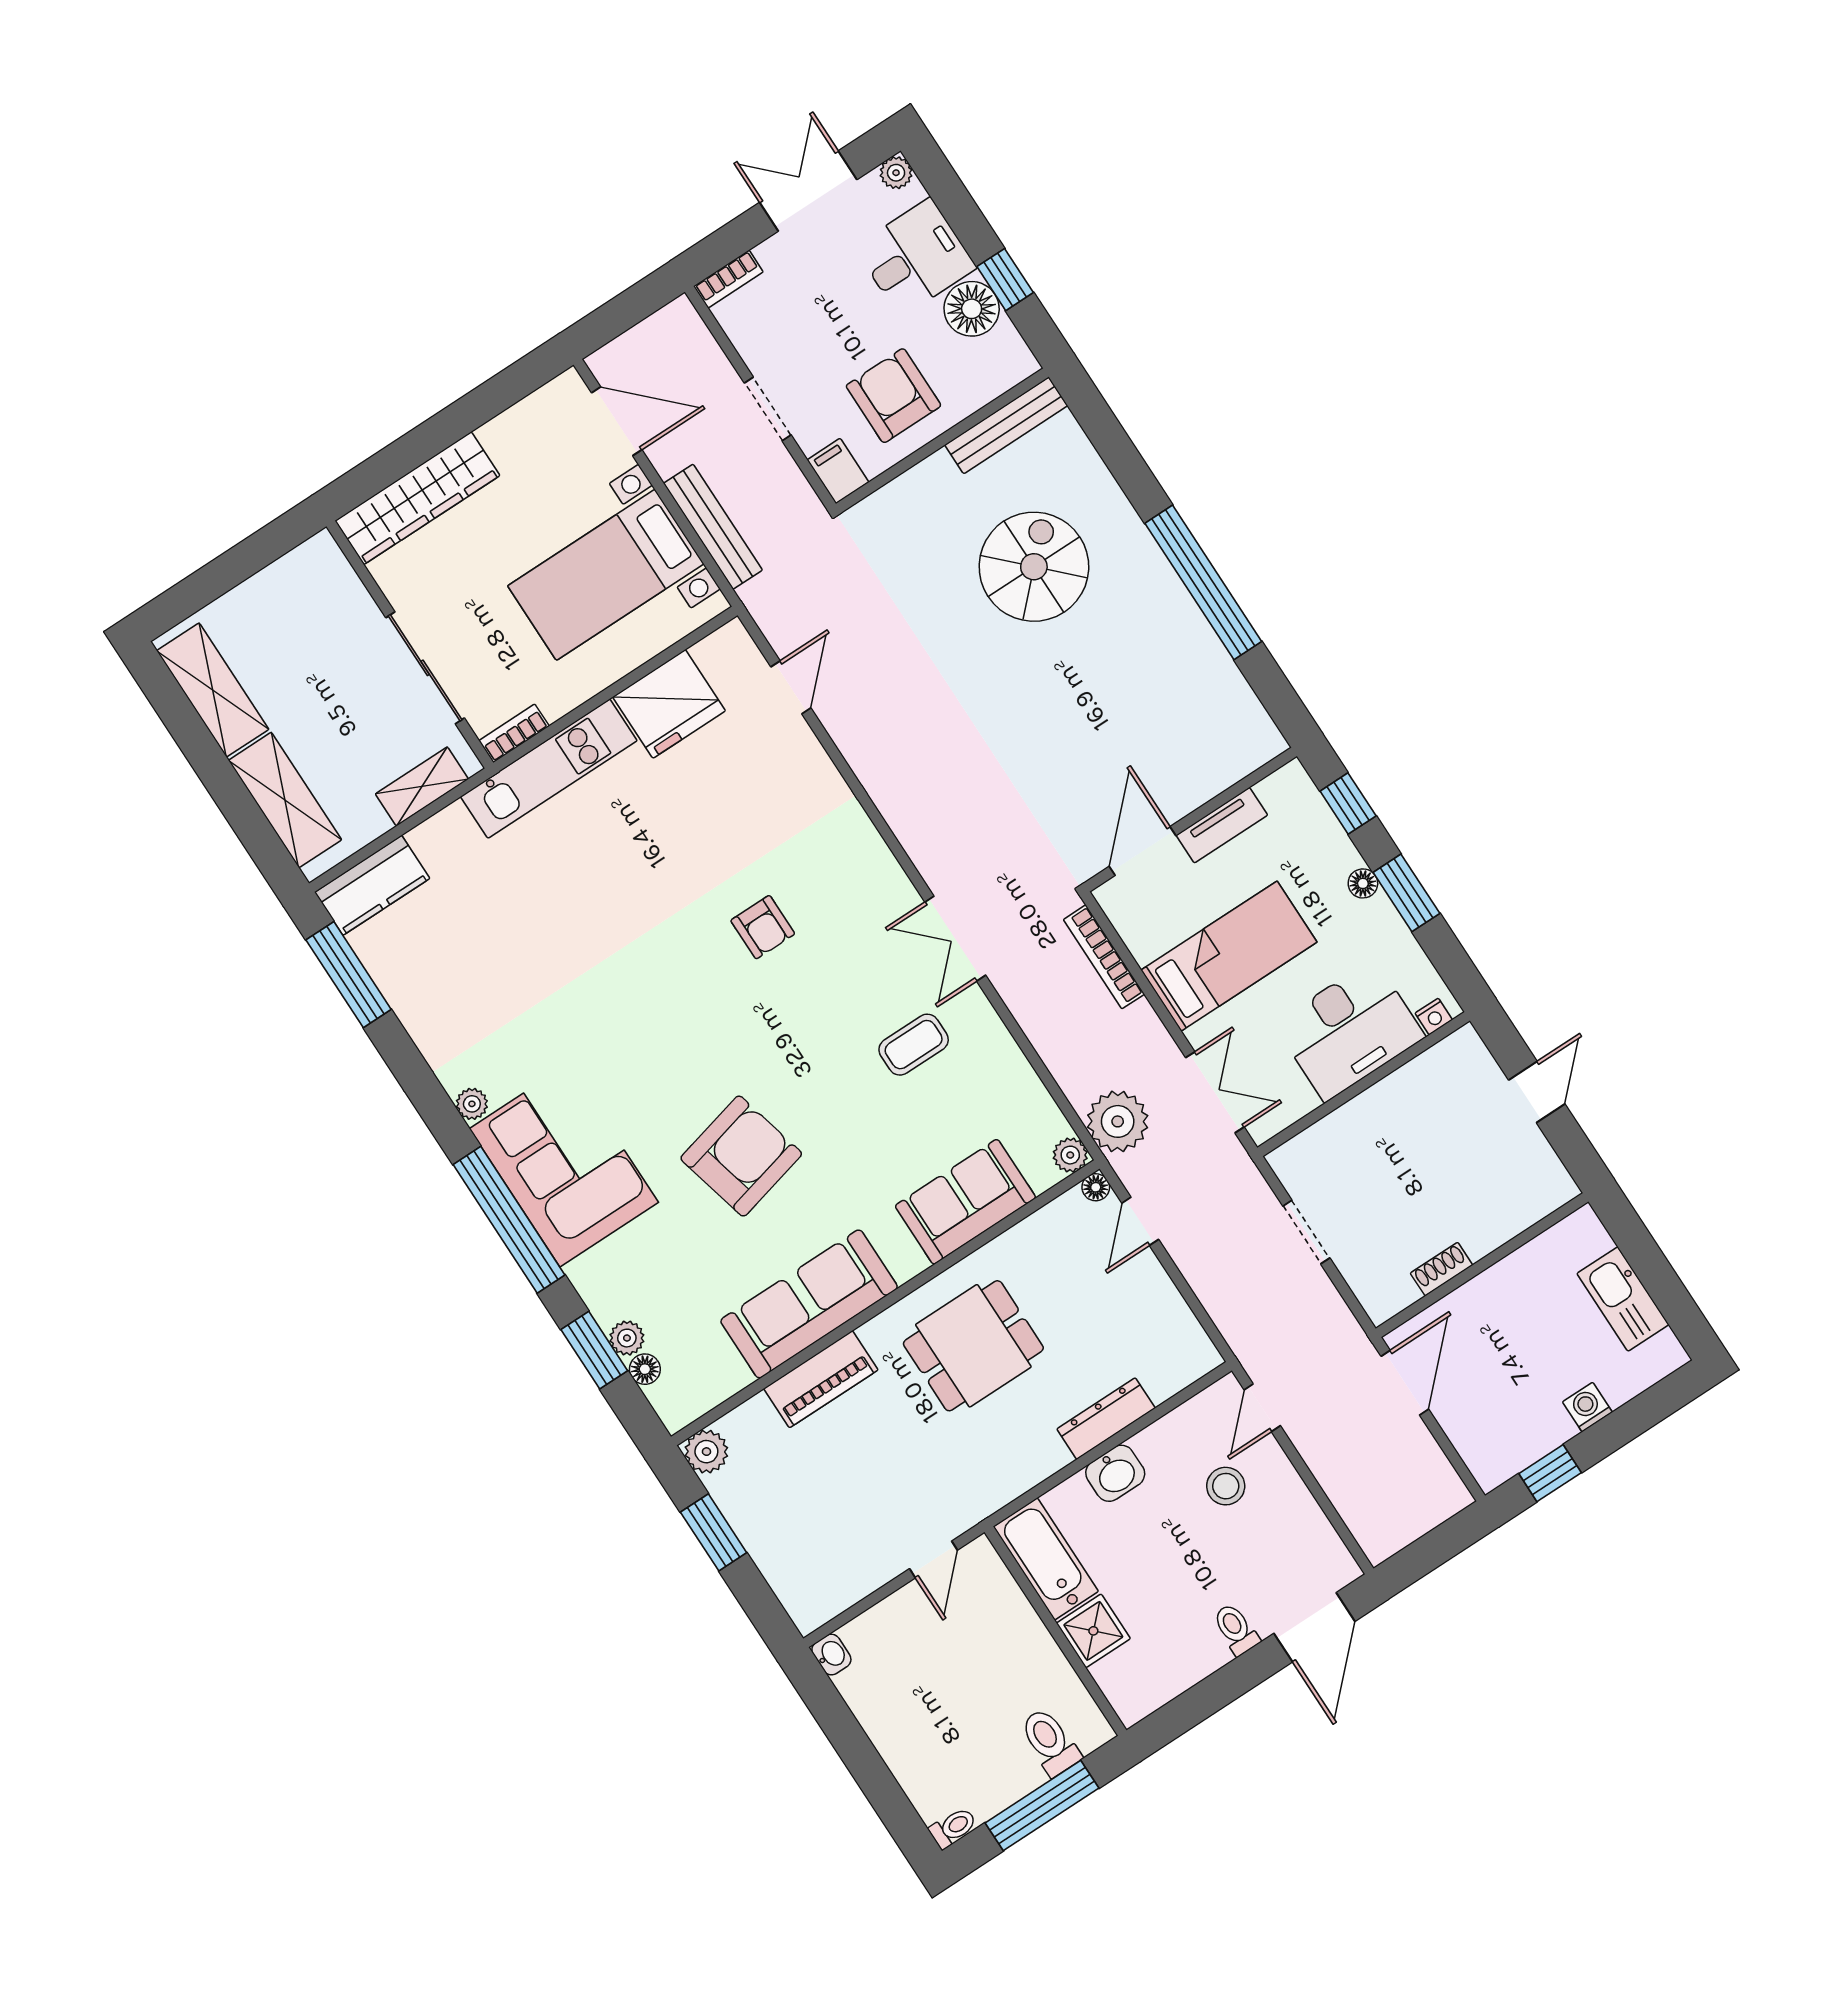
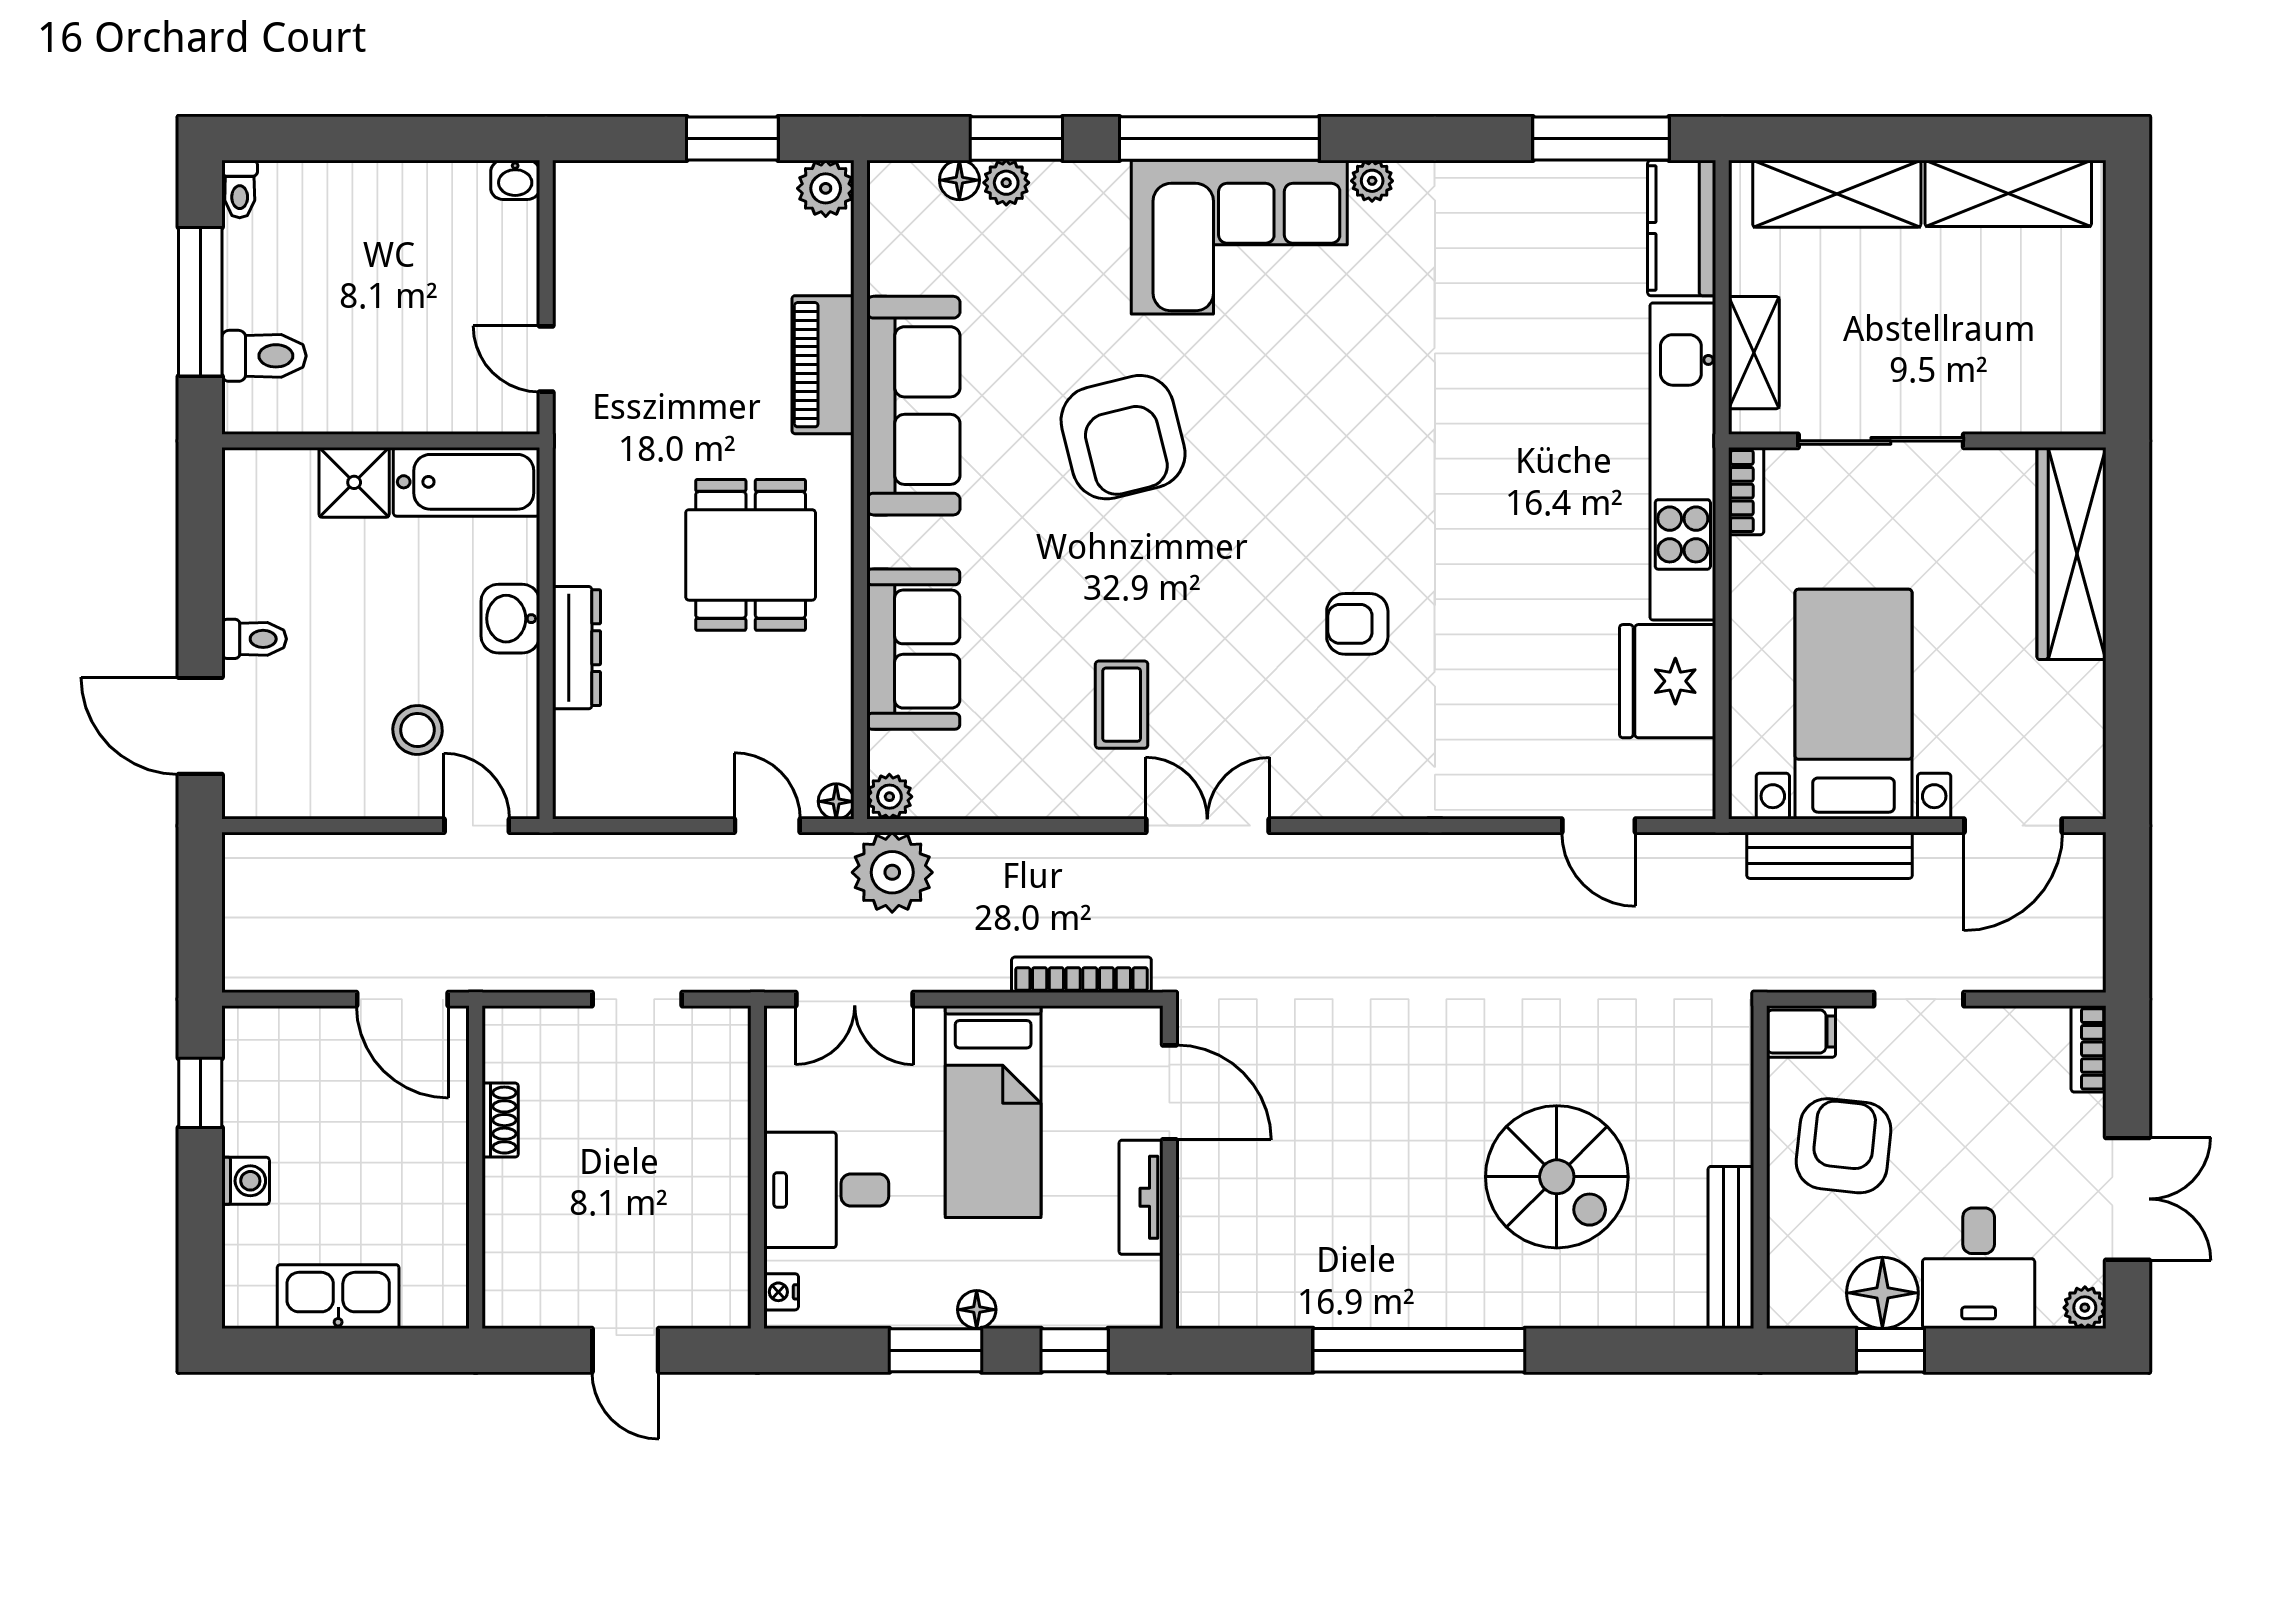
armchair: (893, 396) -> (1844, 1146), turned -84
kitchen unit: (549, 769) -> (1683, 461), width x1.36
desk: (1349, 1030) -> (826, 1190), width x0.73

